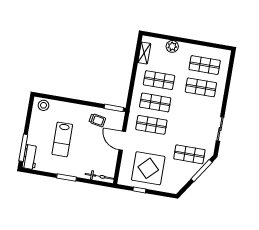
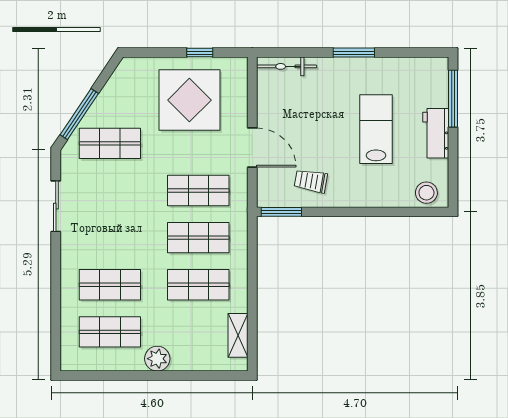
plant: (172, 46) -> (157, 359), moved
workbench: (30, 157) -> (436, 133), moved

